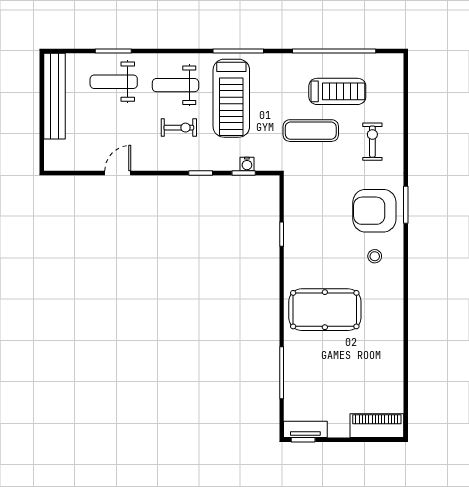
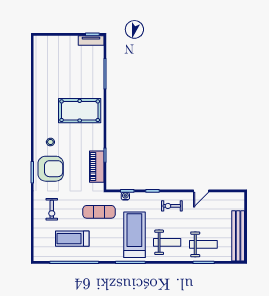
exercise bike: (179, 128) -> (172, 206), moved
exercise mat: (311, 131) -> (99, 212), moved
piano: (377, 426) -> (97, 167), moved, turned 90

